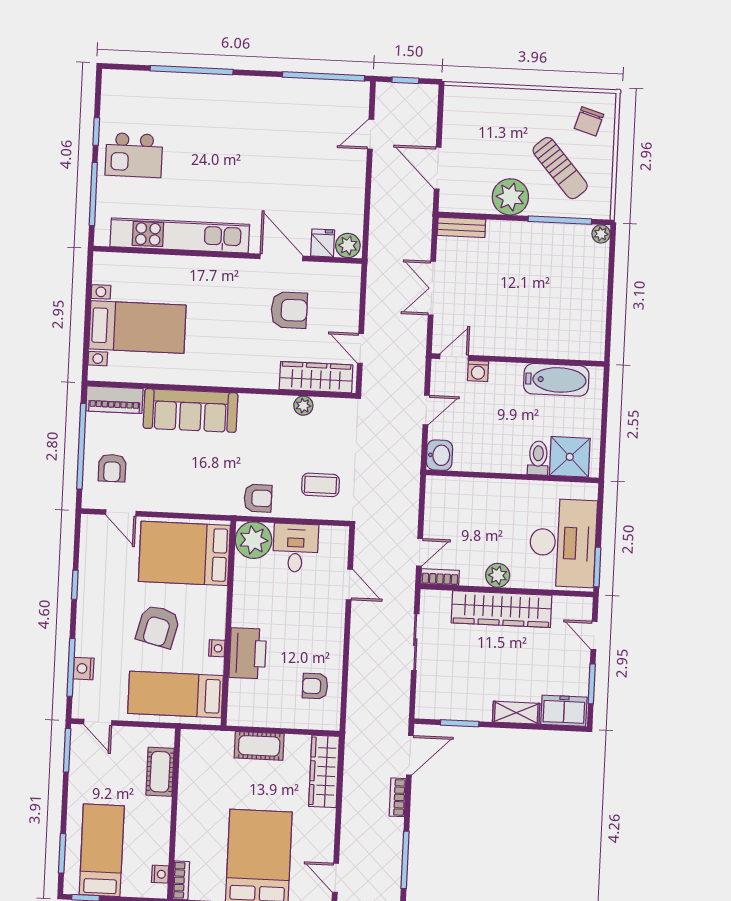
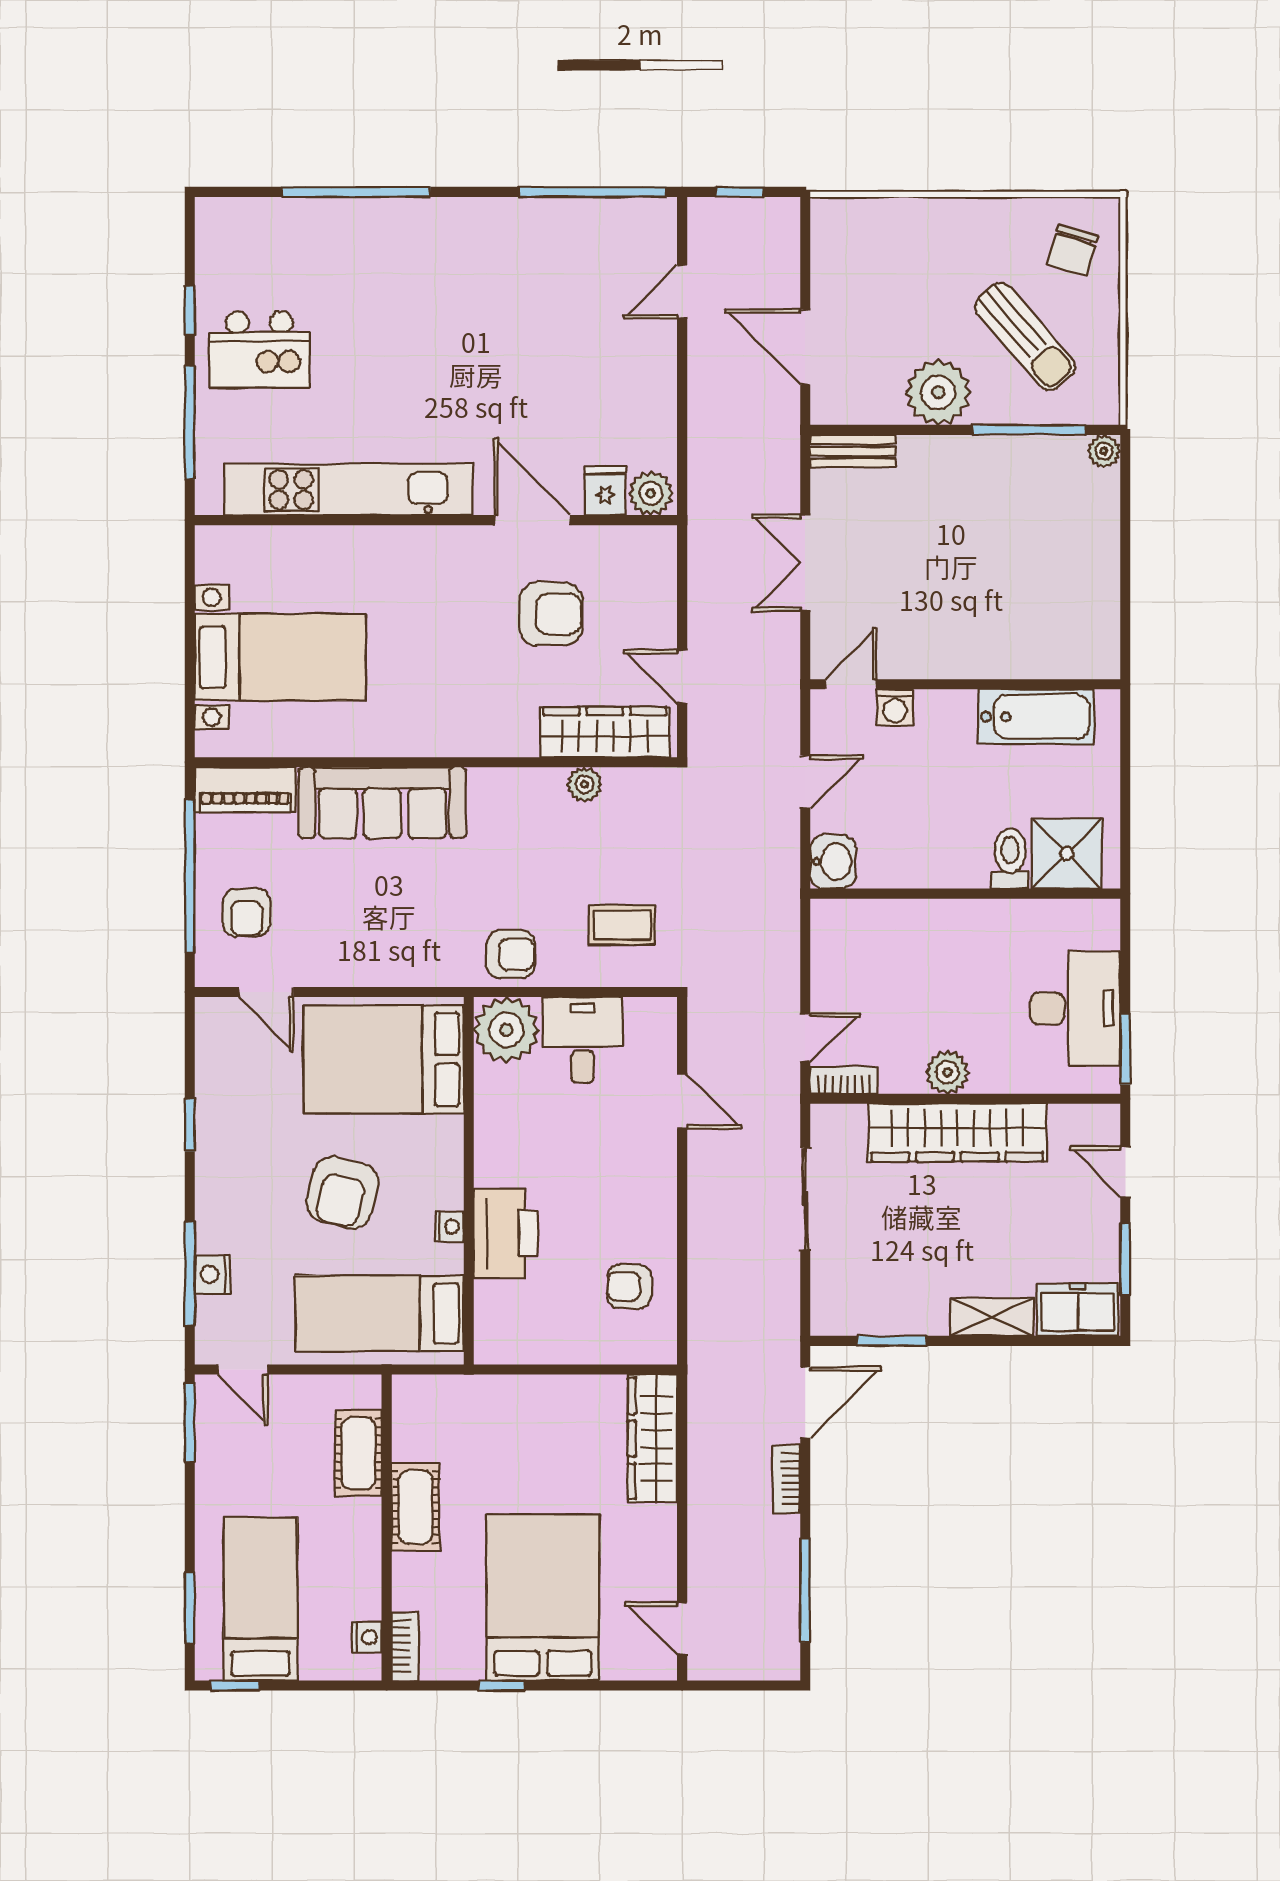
desk: (563, 543) -> (1075, 1009), width x0.73, depth x0.77
cot: (259, 746) -> (415, 1507), moved, turned 90

